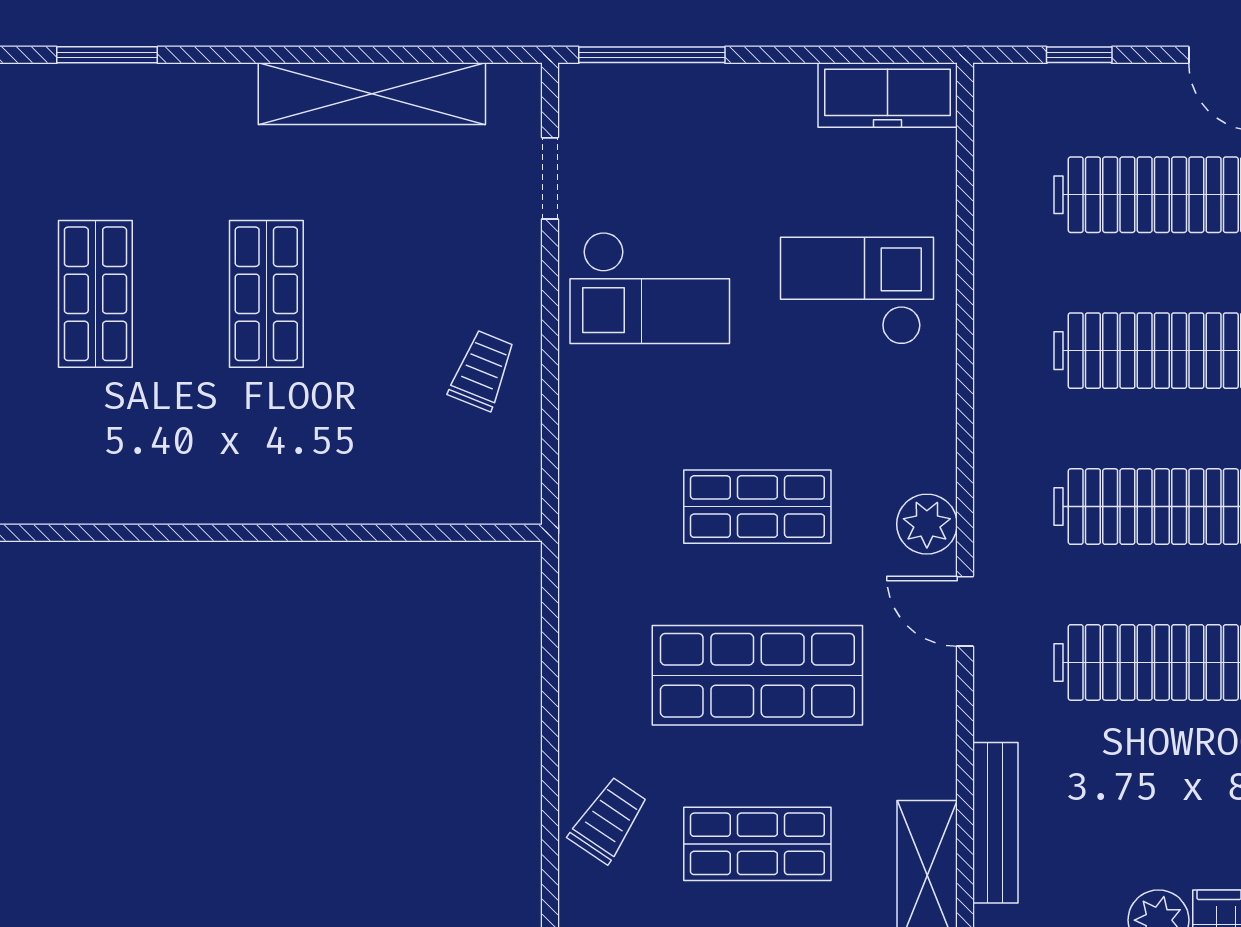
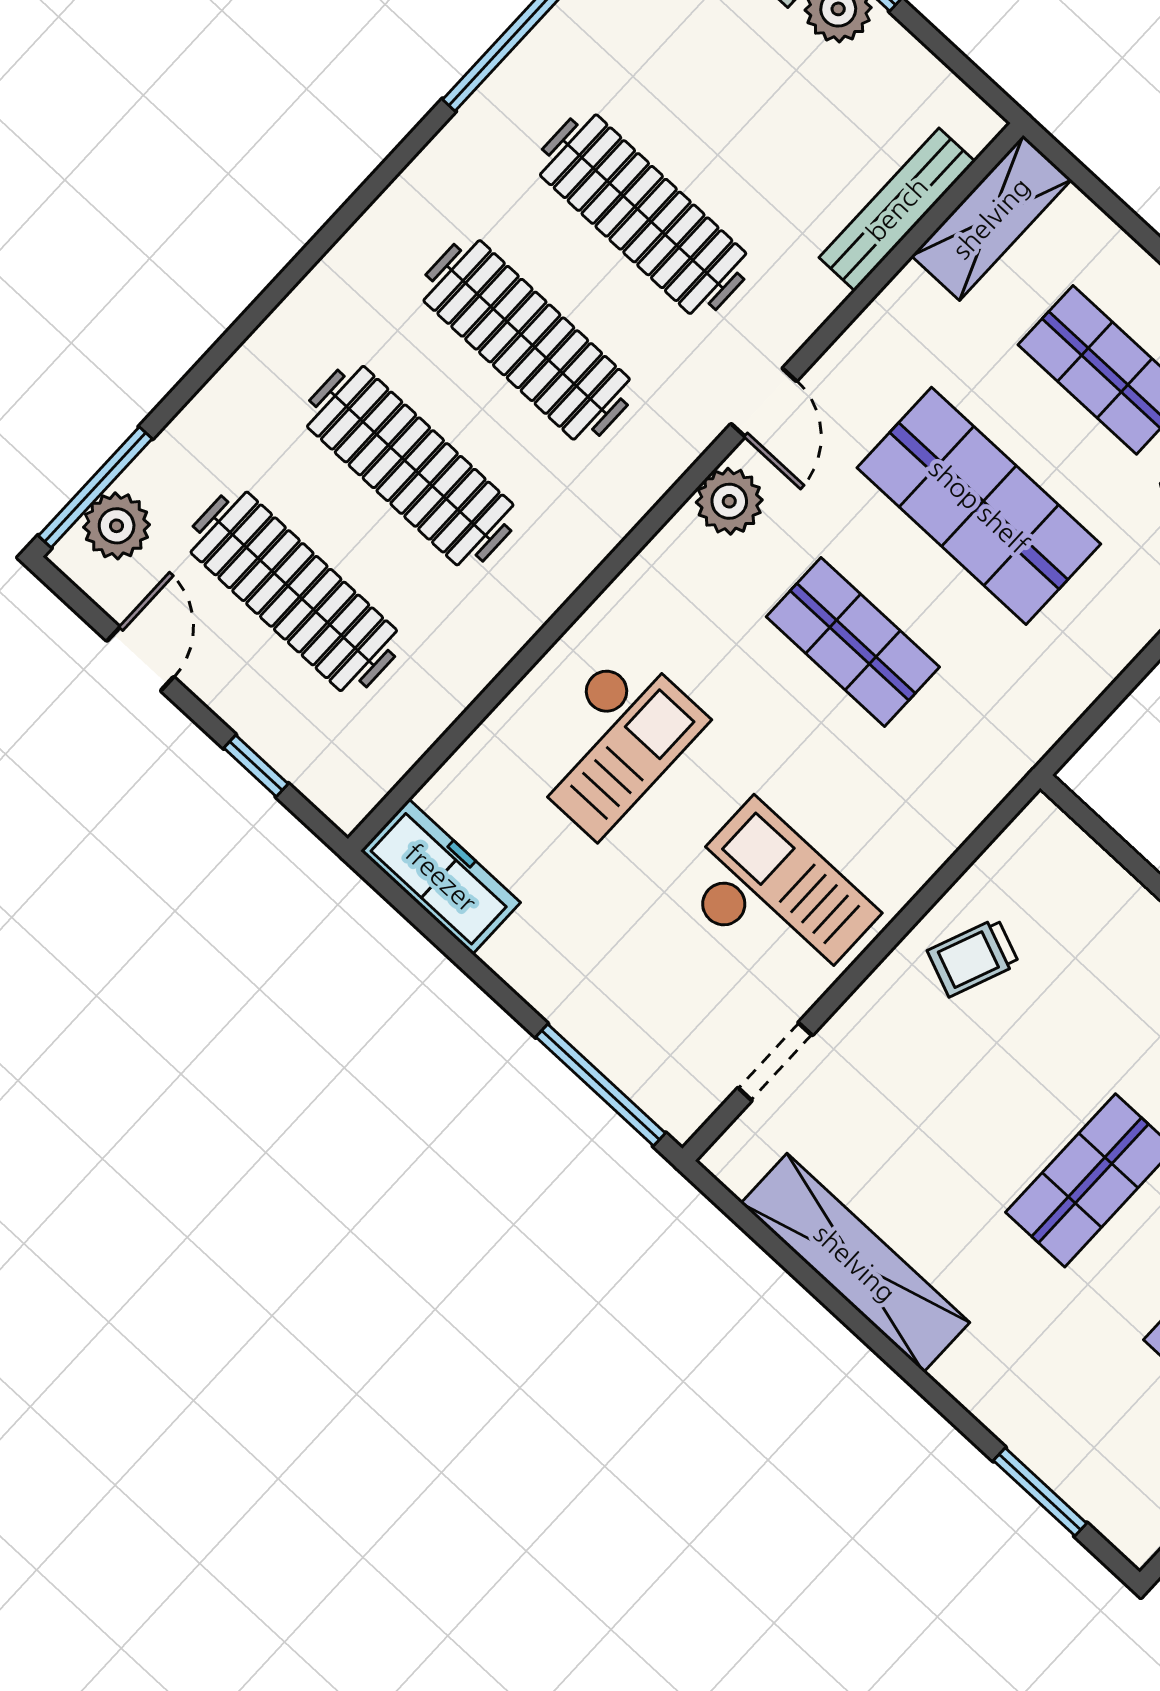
checkout: (857, 291) -> (611, 742), turned -90

